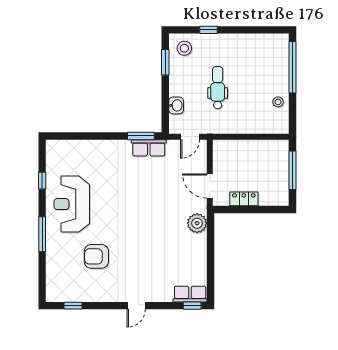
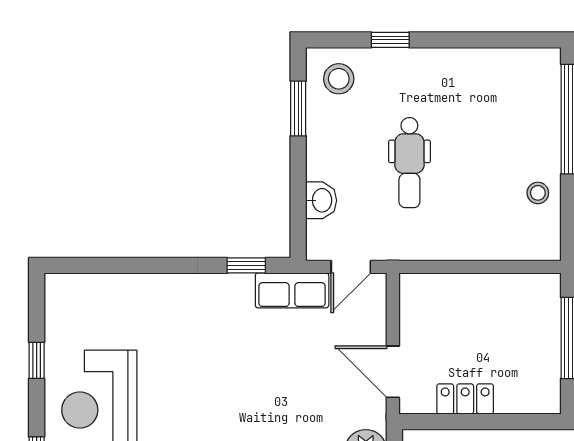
dental chair: (218, 88) -> (409, 163), turned 180
window: (141, 136) -> (246, 265), width x0.67
row of seats: (149, 148) -> (292, 290), moved

